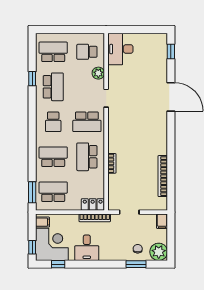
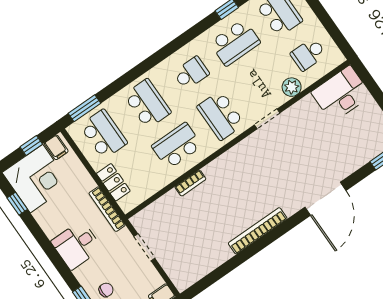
school desk: (87, 52) -> (308, 54), turned -90
school desk: (53, 122) -> (191, 73), turned 180
bookcase: (163, 176) -> (258, 231), moved
locker: (93, 204) -> (113, 182), moved
window: (32, 247) -> (31, 145), moved
desk: (87, 248) -> (77, 245), moved

